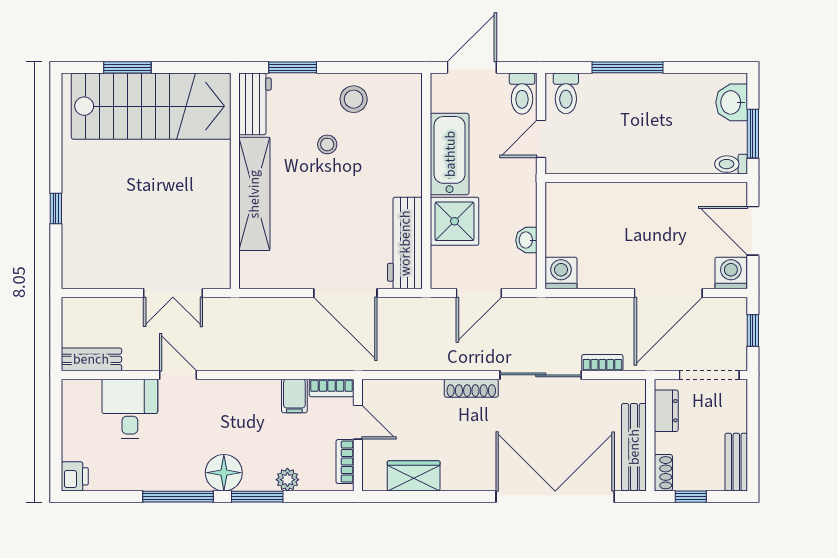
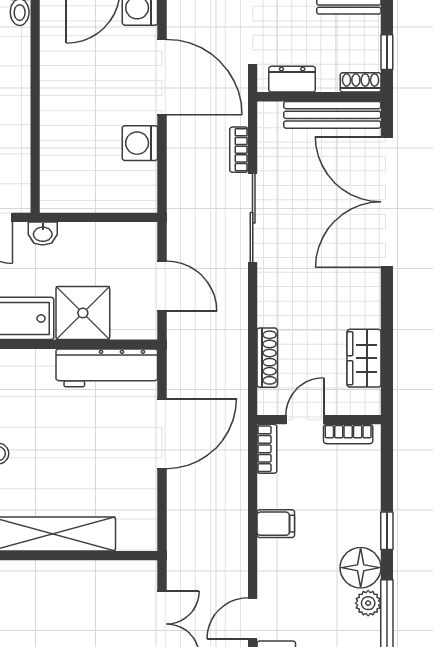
washbasin: (526, 240) -> (43, 234), moved
washing machine: (561, 273) -> (140, 143), moved
shoe rack: (471, 388) -> (267, 358), moved
filing cabinet: (294, 396) -> (276, 524), moved
plant: (287, 480) -> (368, 603), moved
window: (257, 497) -> (387, 531), width x0.67

